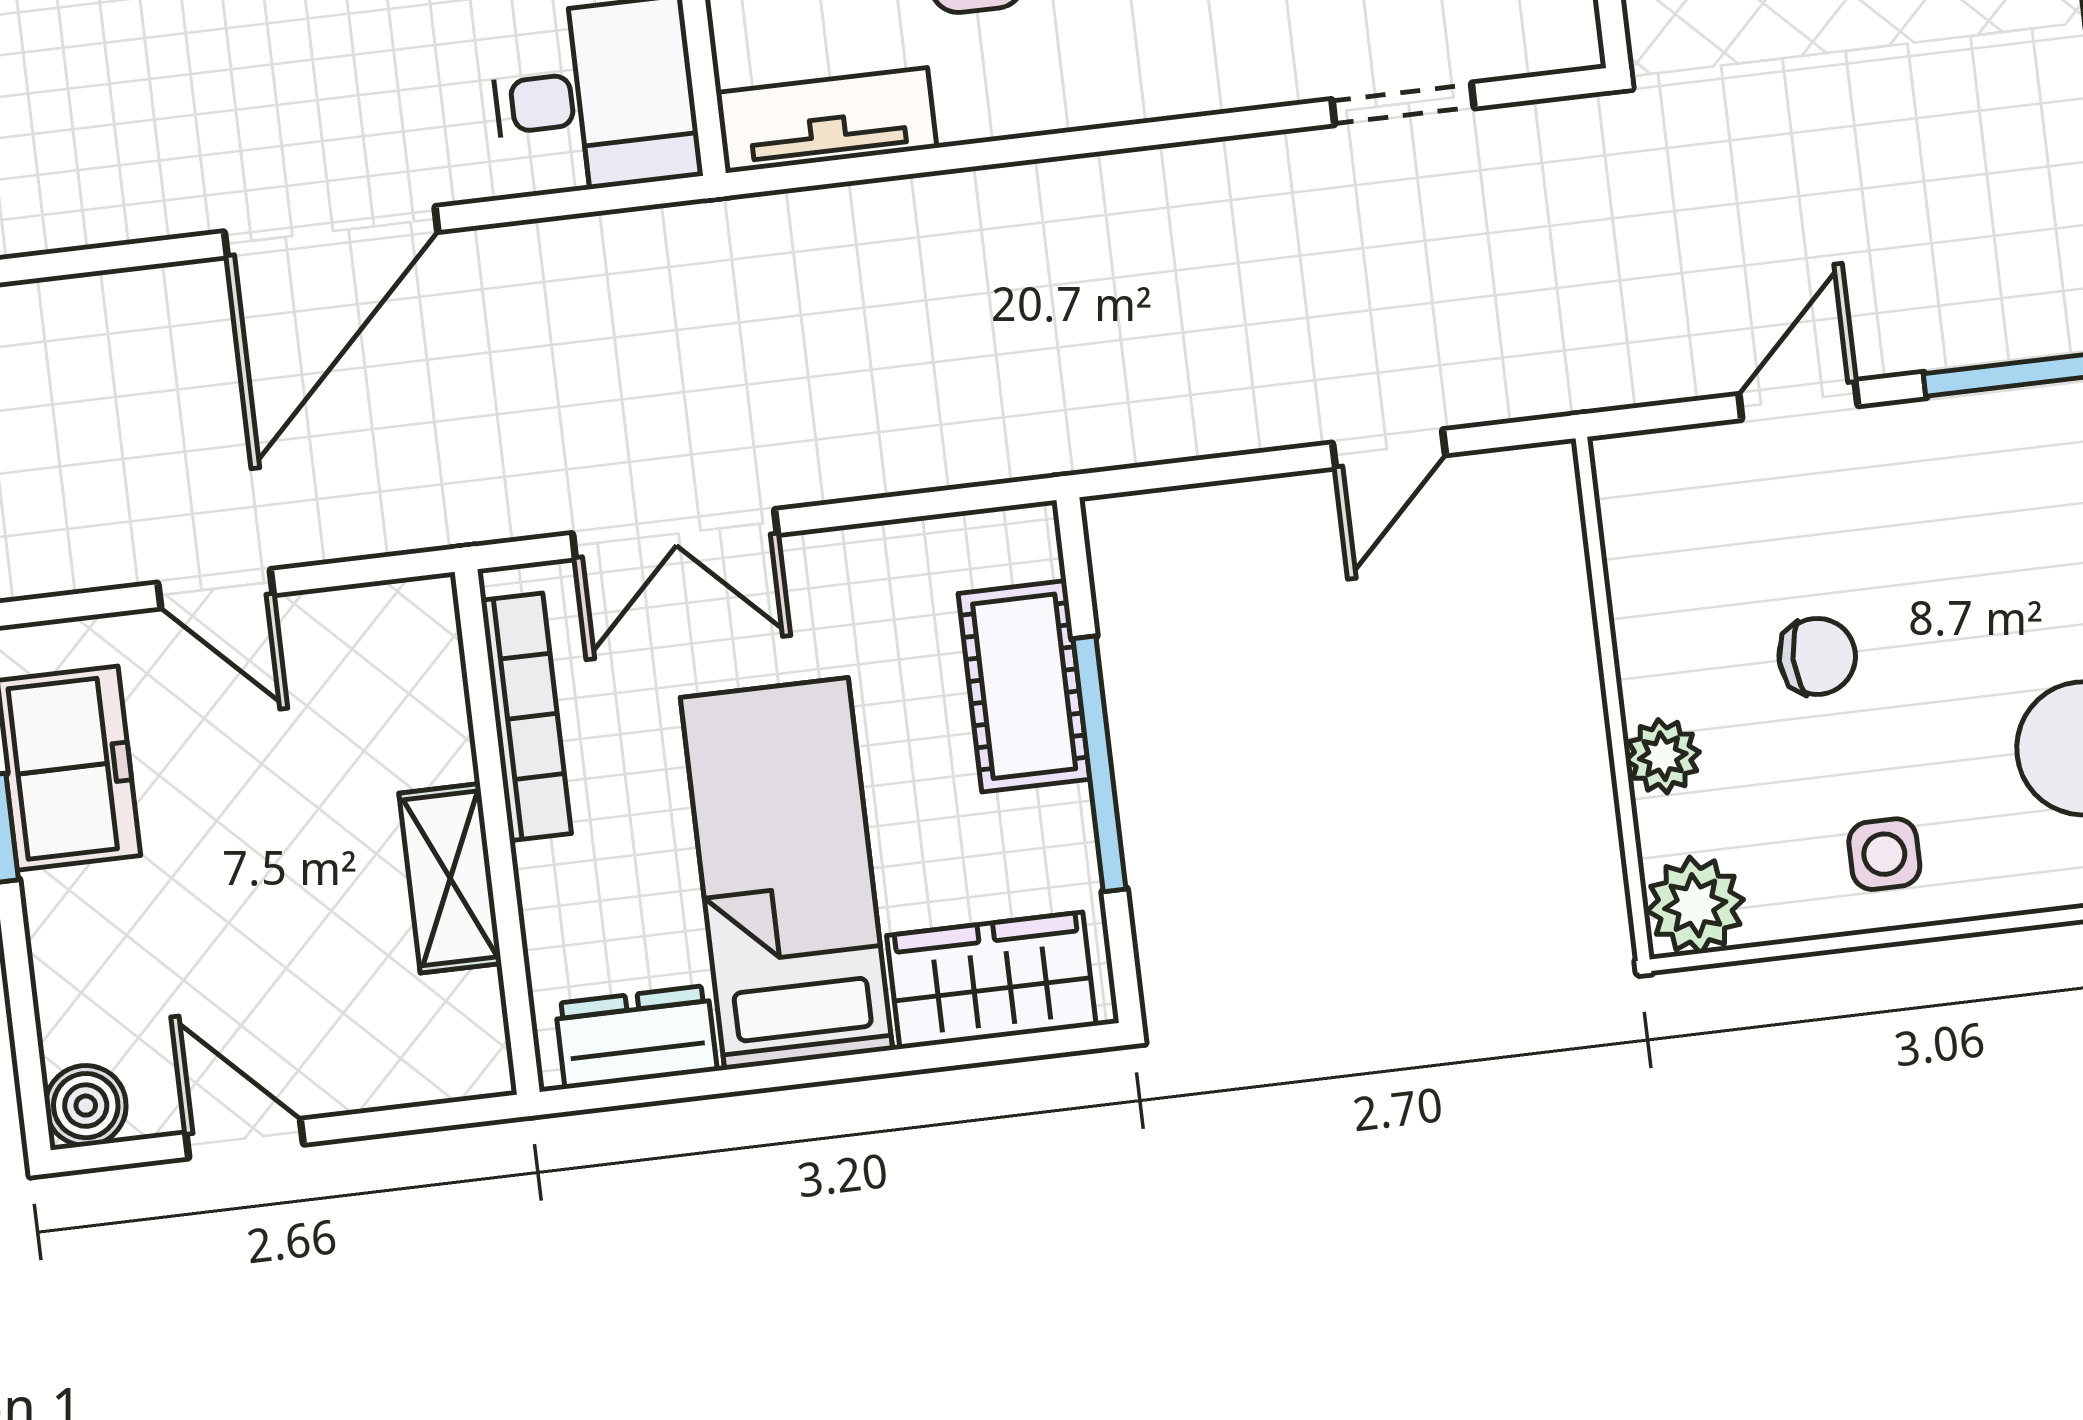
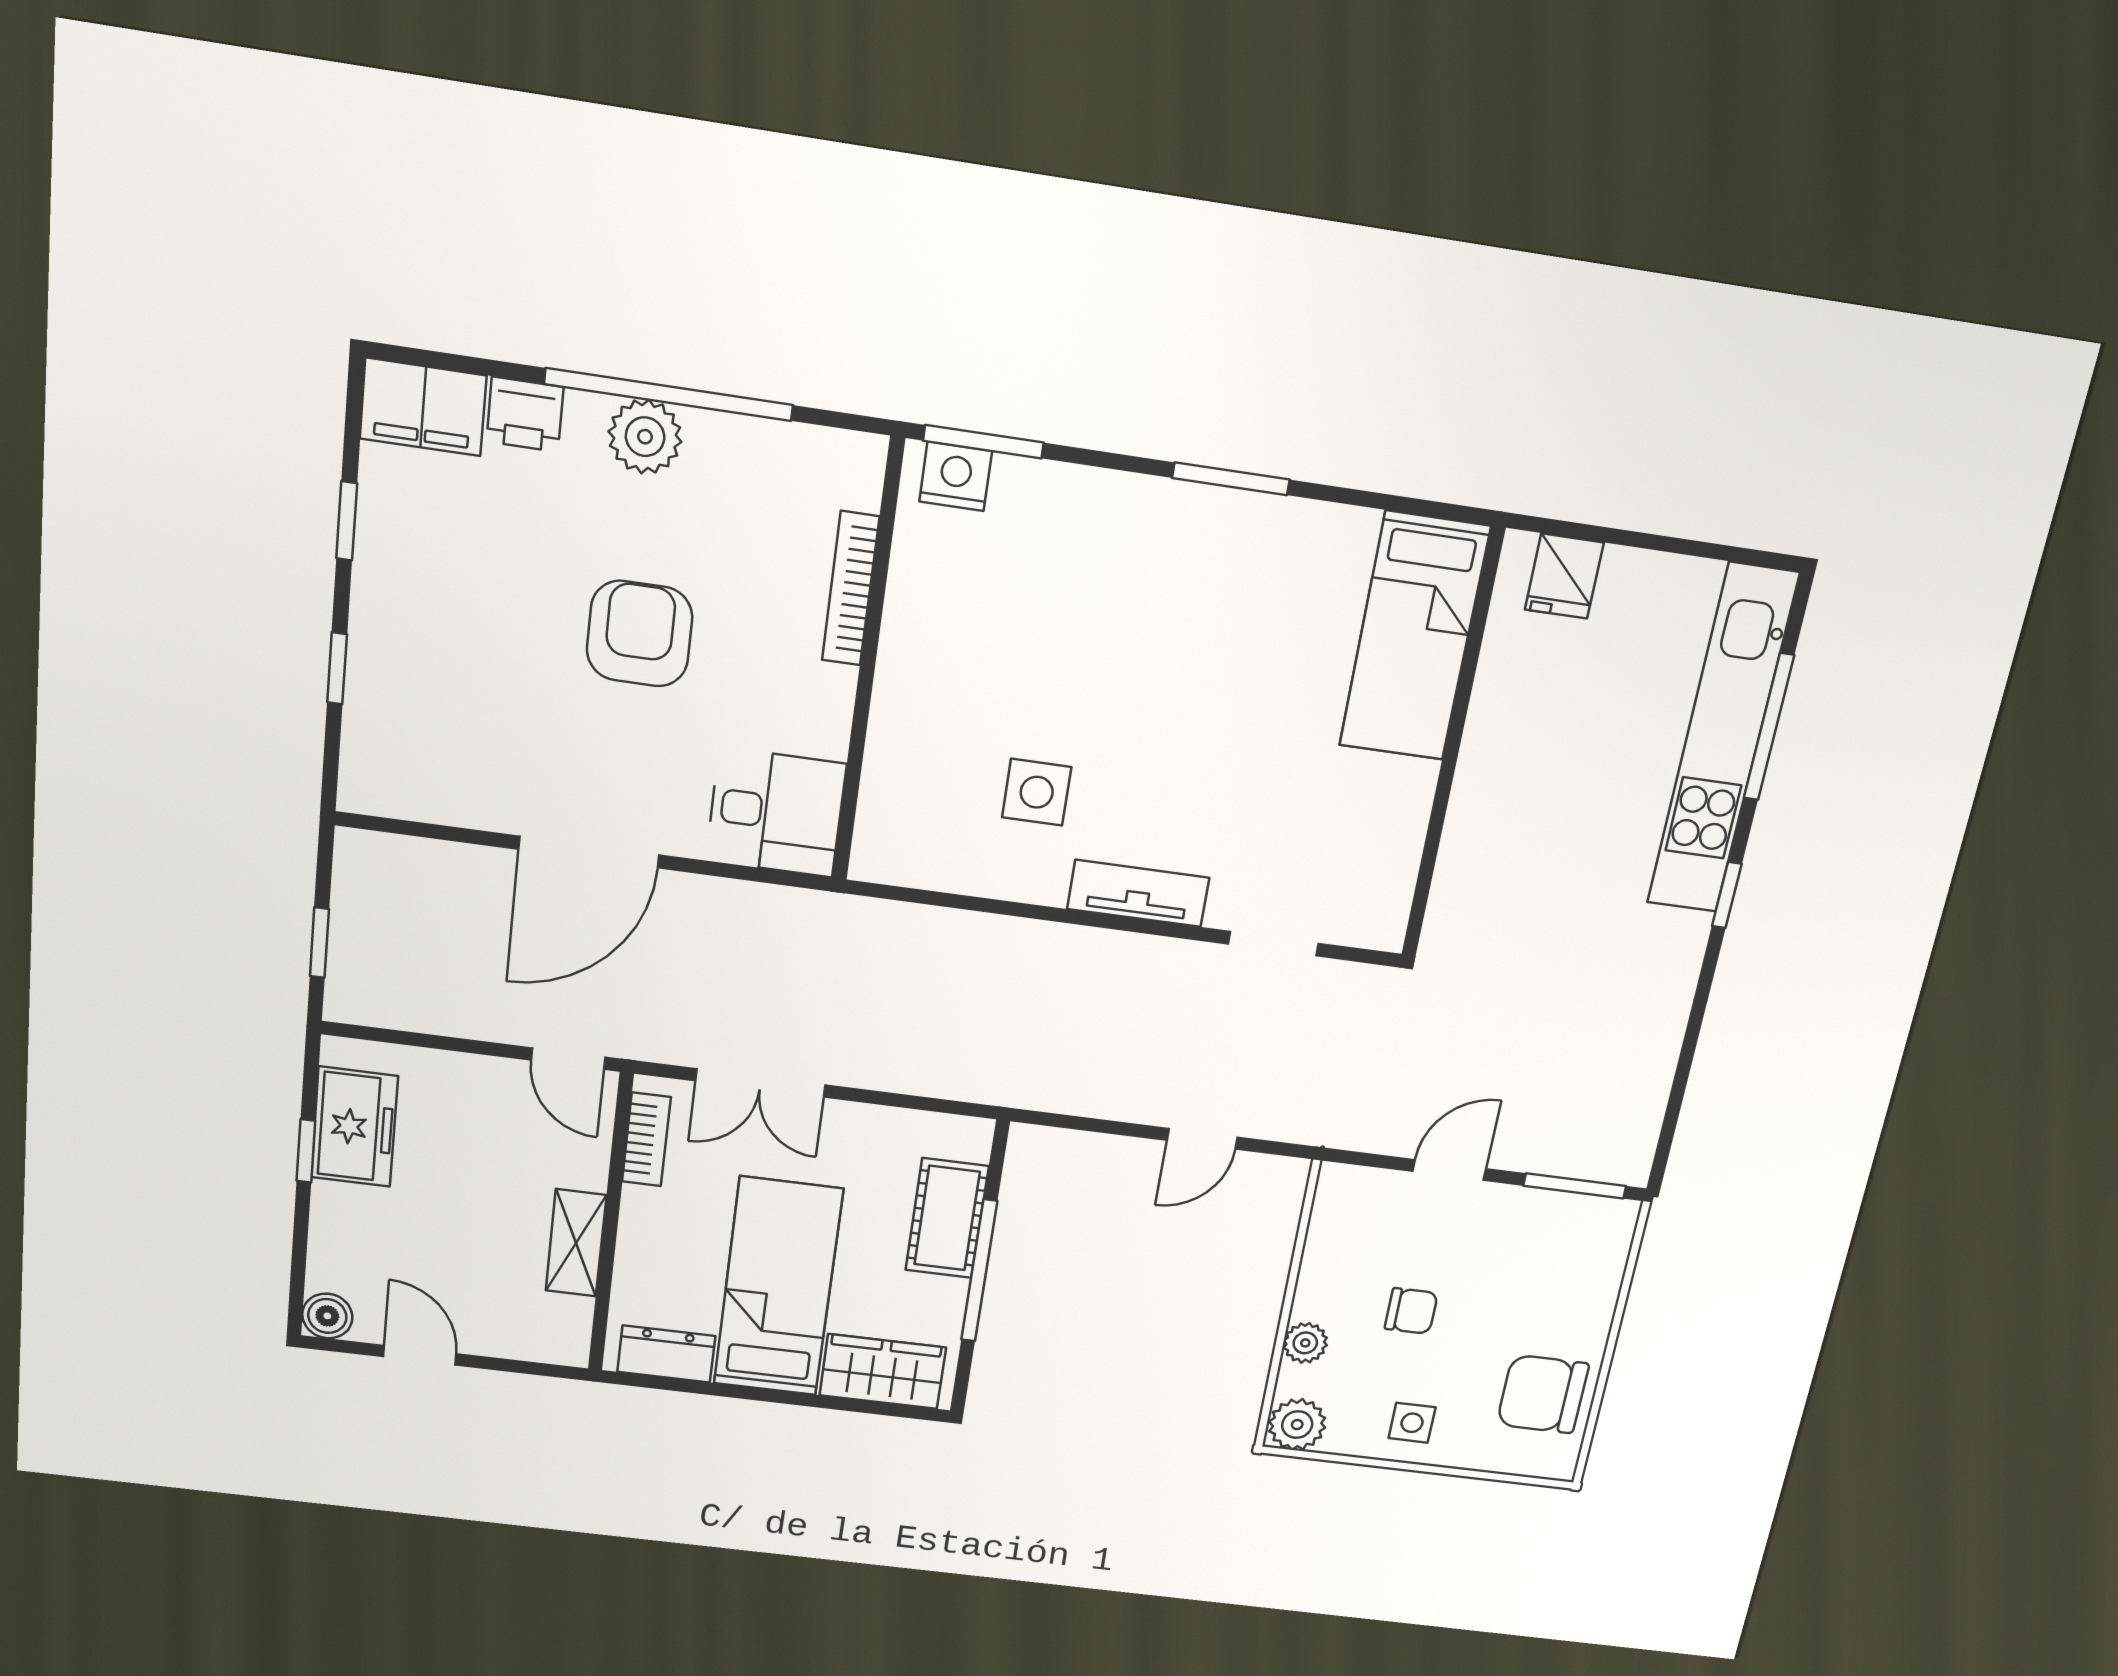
tv unit: (827, 120) -> (1138, 893), moved
door: (215, 589) -> (568, 1059), moved
bookcase: (526, 717) -> (646, 1139), width x0.64

